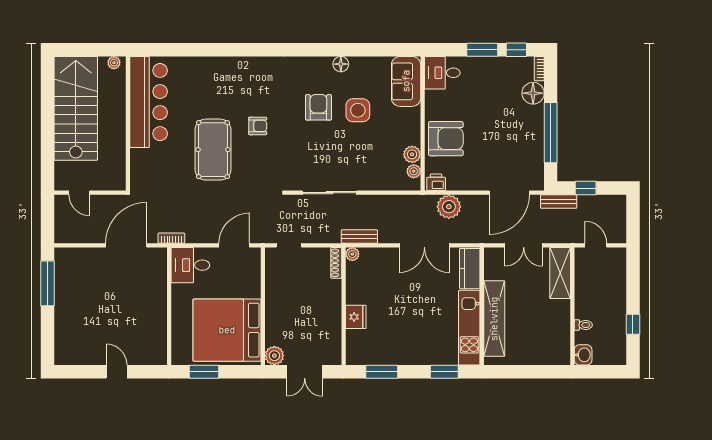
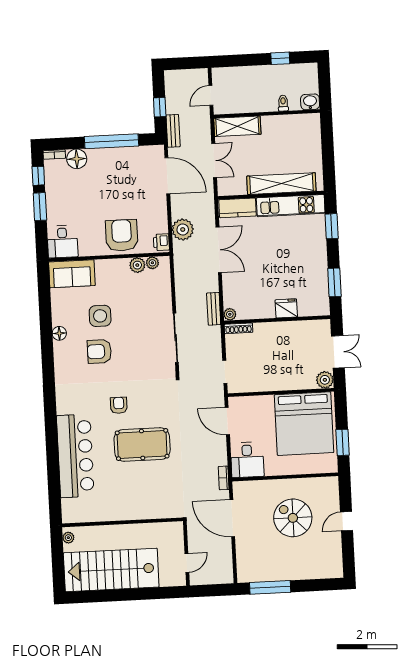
bar counter: (148, 102) -> (75, 456), moved, turned 90
spiral stairs: (123, 312) -> (293, 518), added

